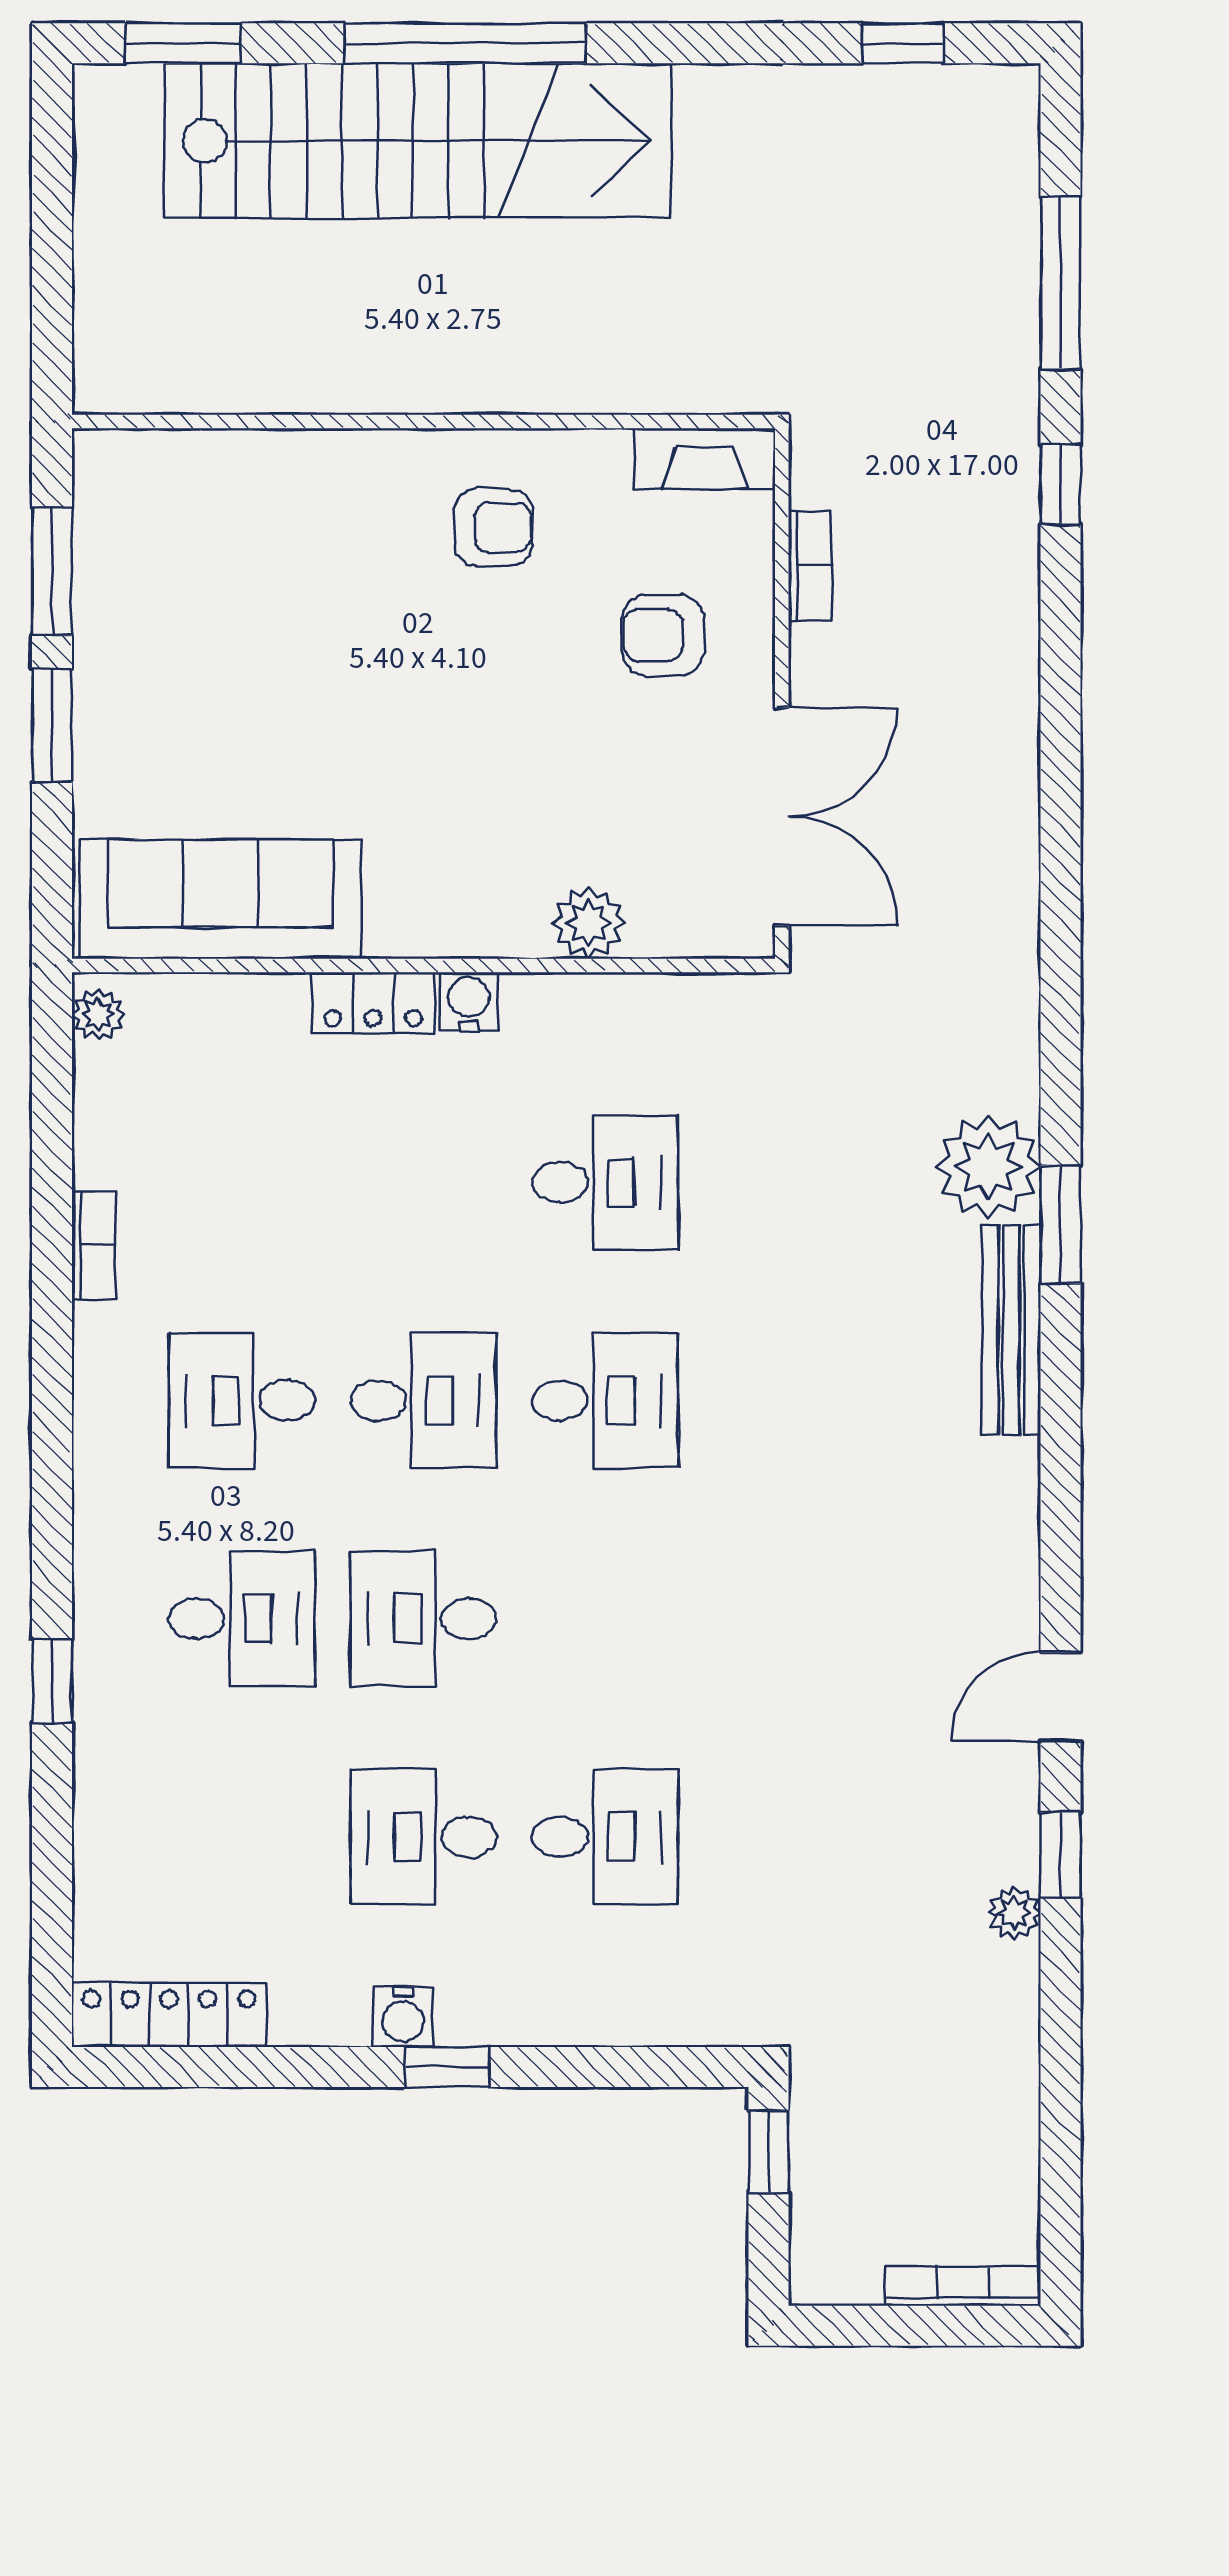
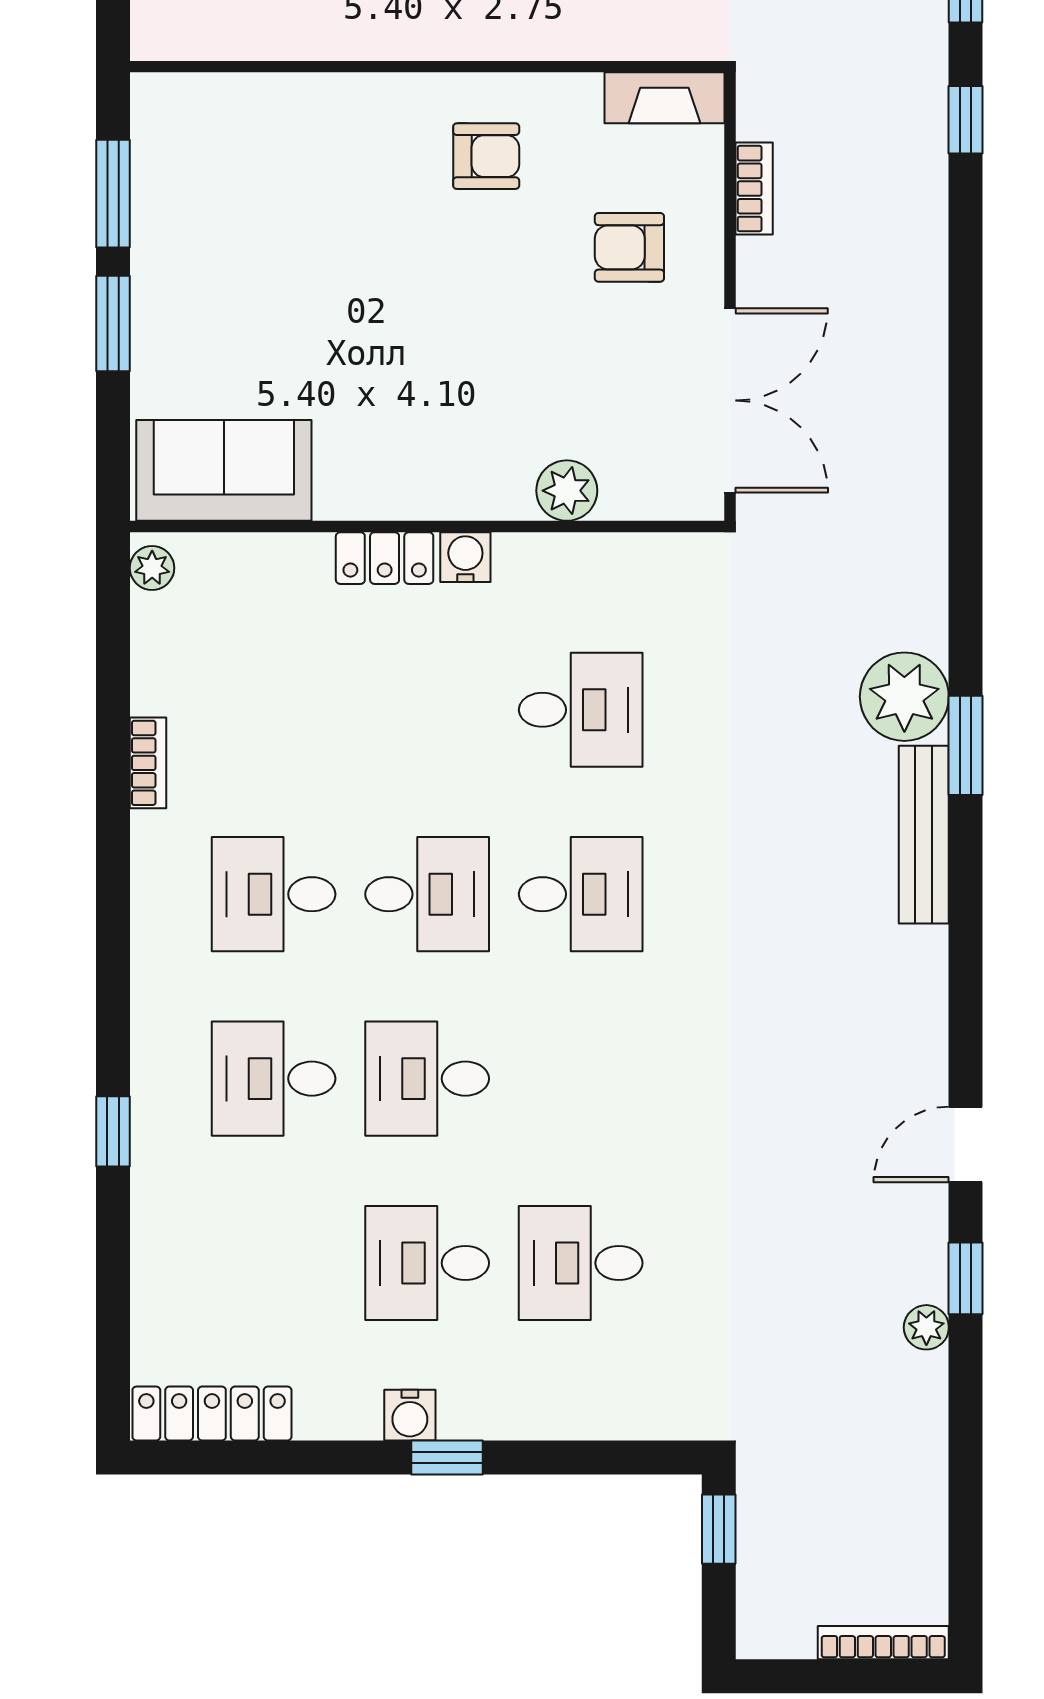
sofa: (220, 899) -> (224, 470), width x0.73
desk: (242, 1619) -> (274, 1079), turned 180
desk: (605, 1837) -> (581, 1263), turned 180

